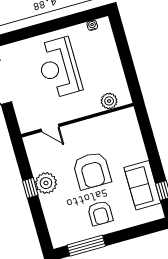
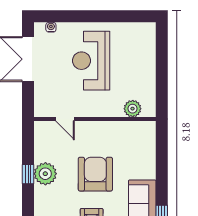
water cooler: (92, 25) -> (51, 27), moved
armchair: (92, 171) -> (95, 174), turned 180

